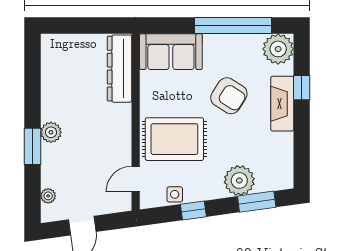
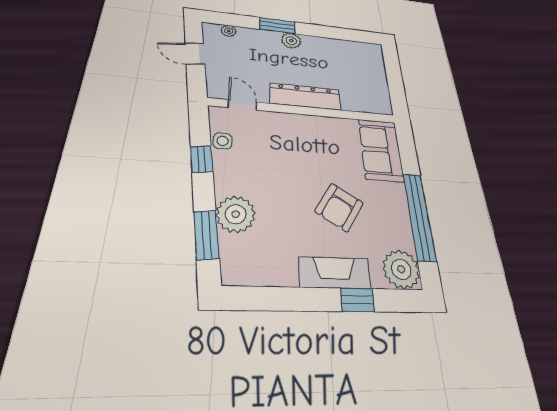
dresser: (120, 69) -> (305, 97), moved
rug: (174, 139) -> (287, 146), removed

